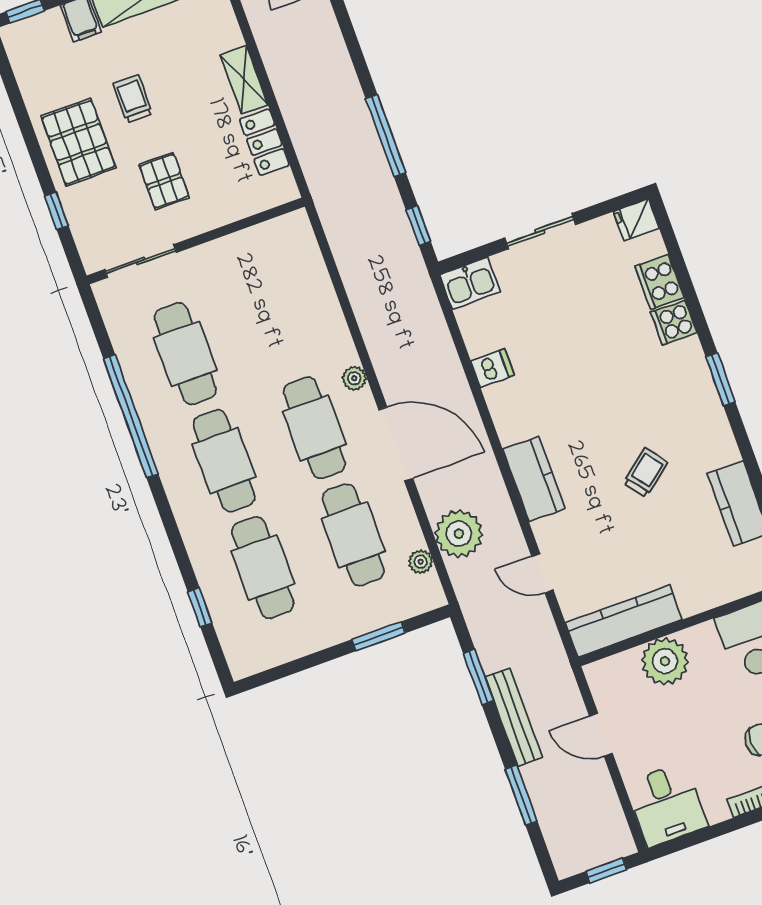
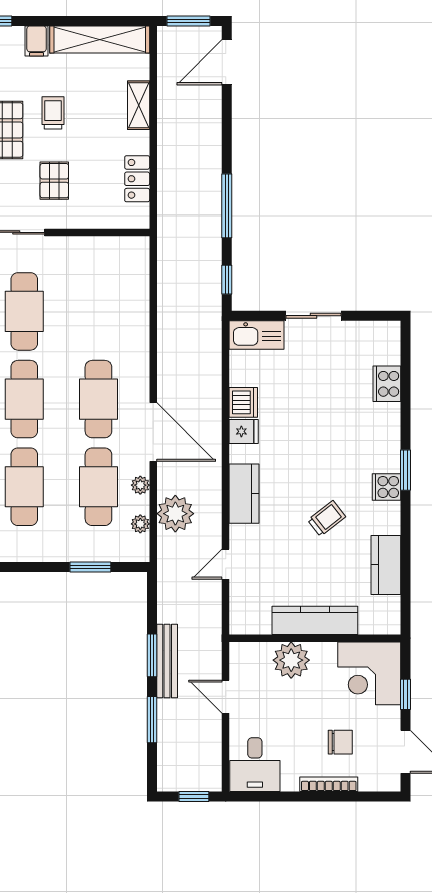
shelving: (244, 80) -> (139, 105), moved
fridge: (636, 220) -> (244, 431), moved, turned 180
kitchen sink: (470, 283) -> (257, 335), width x1.38
cooker: (674, 323) -> (387, 487), moved
dishwasher: (493, 368) -> (243, 402), width x1.38
plant: (354, 378) -> (140, 485), moved
door: (542, 573) -> (226, 564), hinge flipped
kitchen counter: (624, 621) -> (315, 620), moved
window: (478, 677) -> (152, 655), moved

